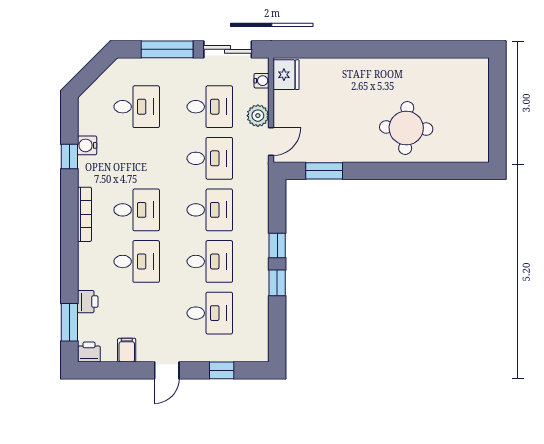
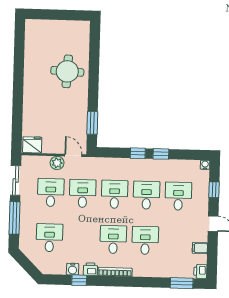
water cooler: (262, 81) -> (205, 165), moved
printer: (88, 302) -> (90, 269), moved

